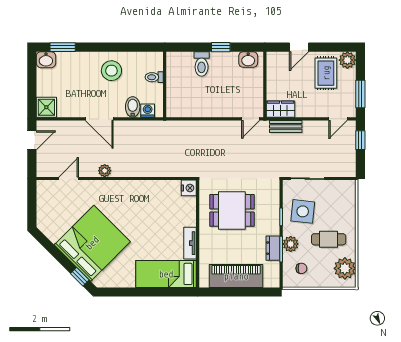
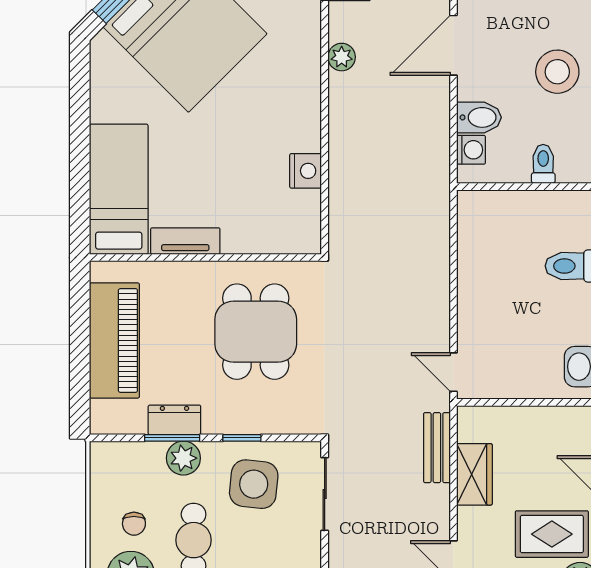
wardrobe: (281, 109) -> (475, 474), moved
nightstand: (189, 188) -> (306, 171), moved, turned -90
chair: (301, 268) -> (134, 524), moved

